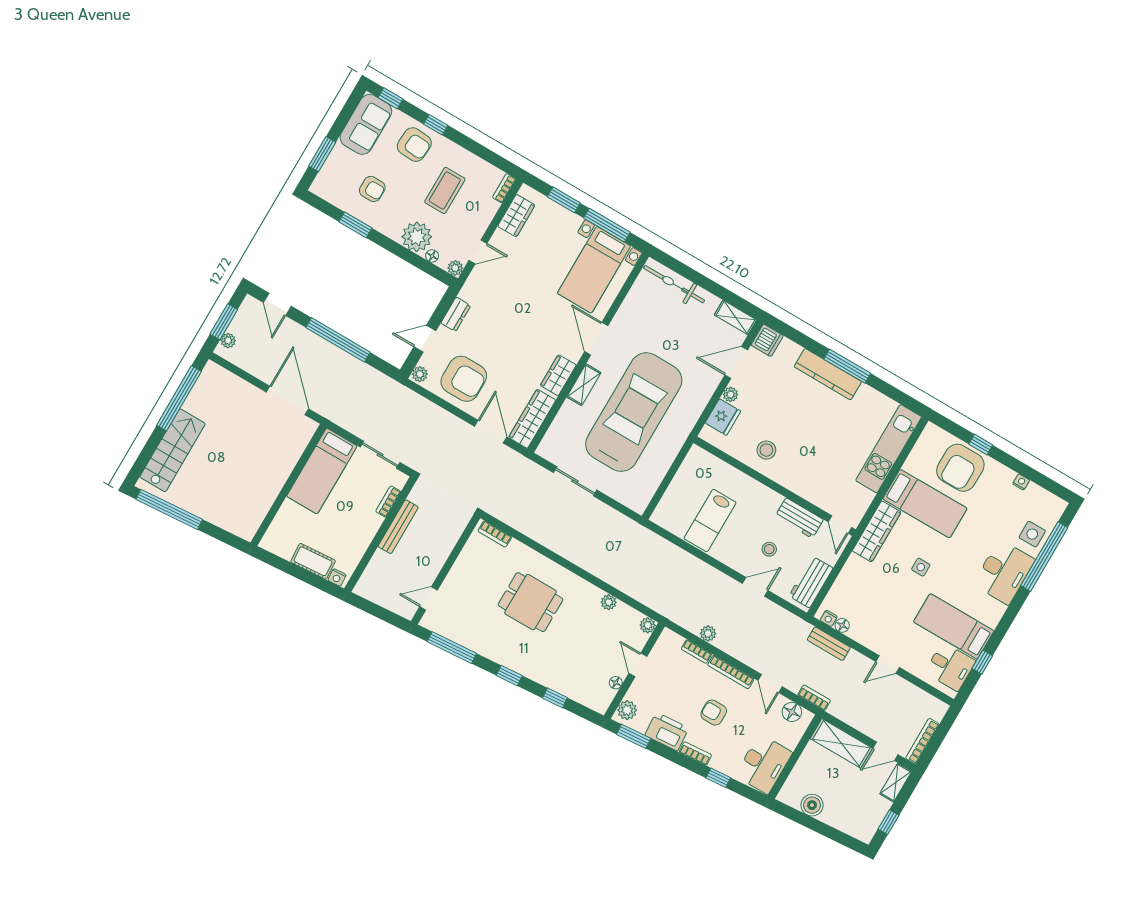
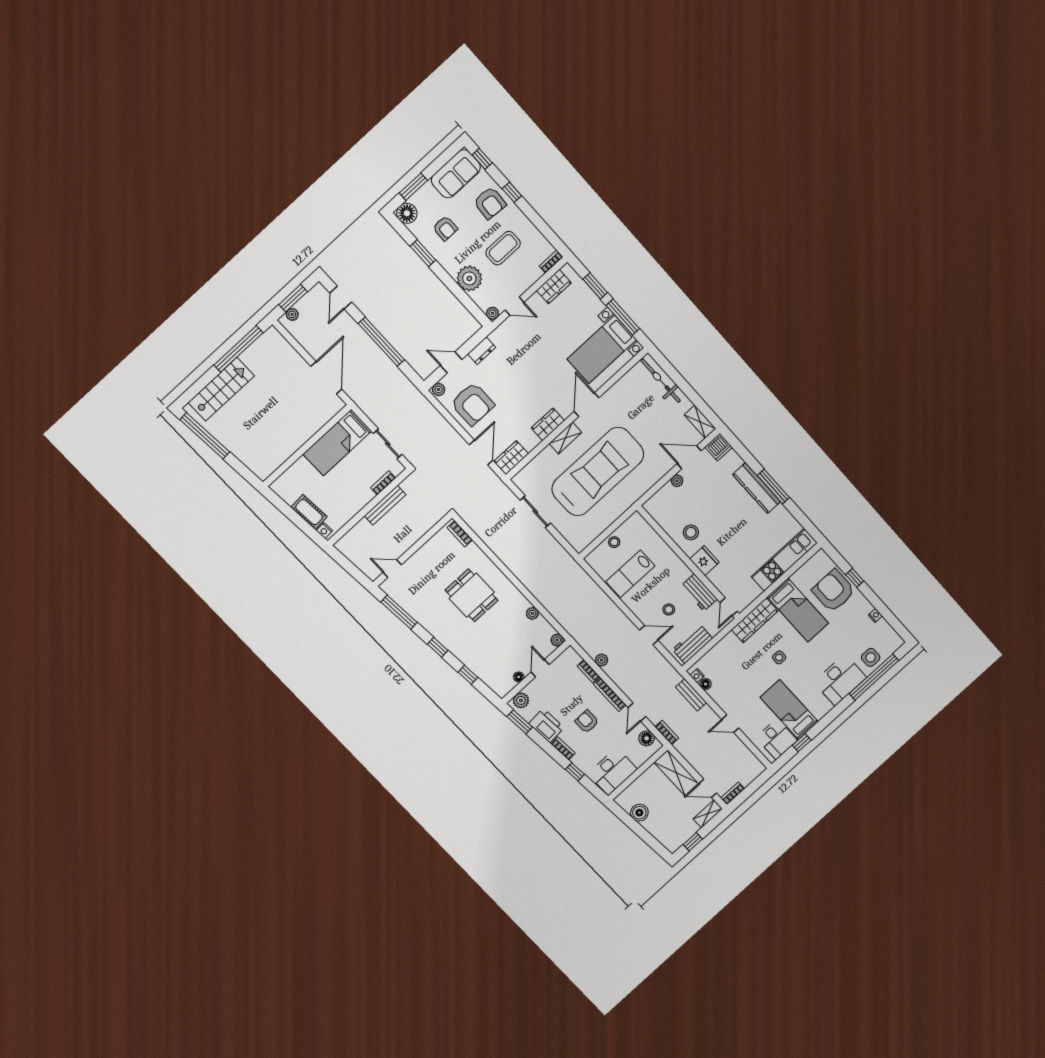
floor lamp: (432, 256) -> (407, 213), moved, width x1.89, depth x1.89
fridge: (723, 417) -> (704, 561), moved, turned -90
wardrobe: (532, 419) -> (511, 458), width x0.67
armchair: (960, 468) -> (834, 591), turned 90
stool: (679, 489) -> (614, 542), added
bookcase: (922, 741) -> (733, 793), width x0.64

